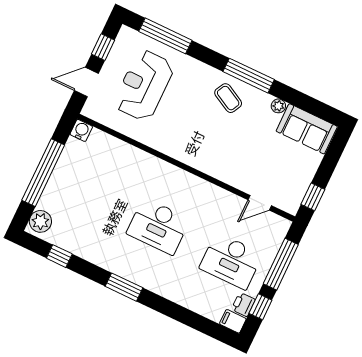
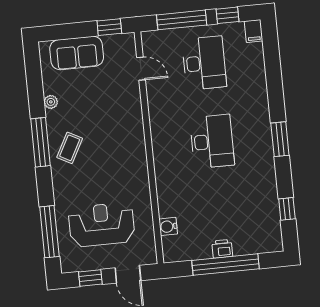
reception desk: (144, 85) -> (102, 225), turned 180
sofa: (307, 129) -> (77, 53), moved, turned 90
water cooler: (81, 130) -> (168, 226), moved
plant: (40, 221) -> (268, 242), removed
printer: (243, 304) -> (222, 249), moved, turned 180

